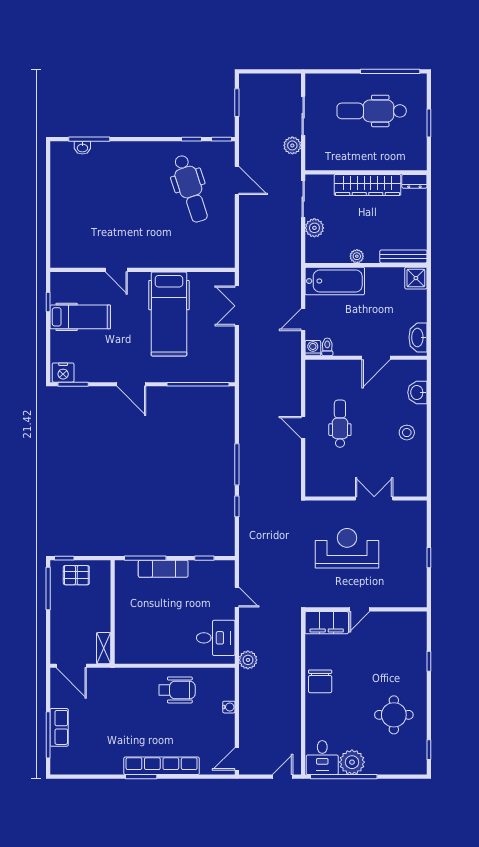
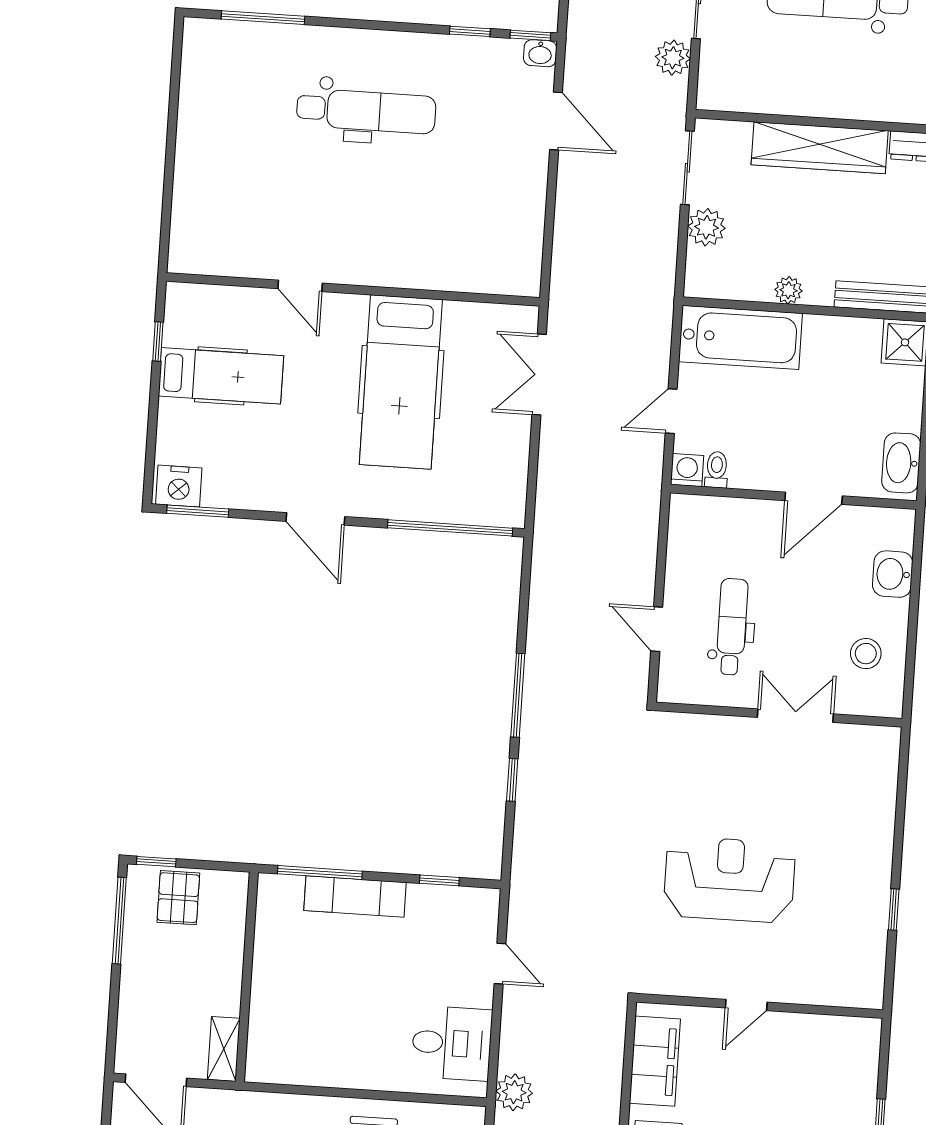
washbasin: (82, 148) -> (540, 53), moved
dental chair: (190, 189) -> (366, 111), moved, turned -72
wall: (366, 499) -> (779, 715), moved
double door: (374, 499) -> (795, 716), moved
pallet: (76, 575) -> (178, 898), turned 90
filing cabinet: (327, 623) -> (655, 1061), moved, turned -90

